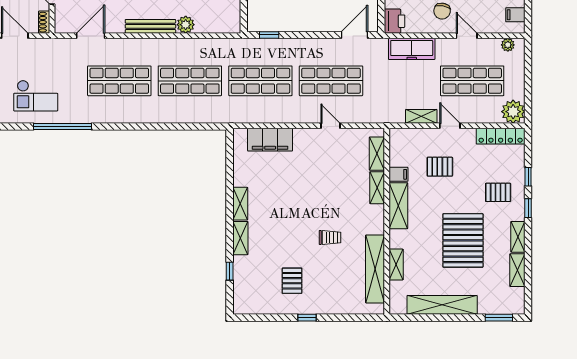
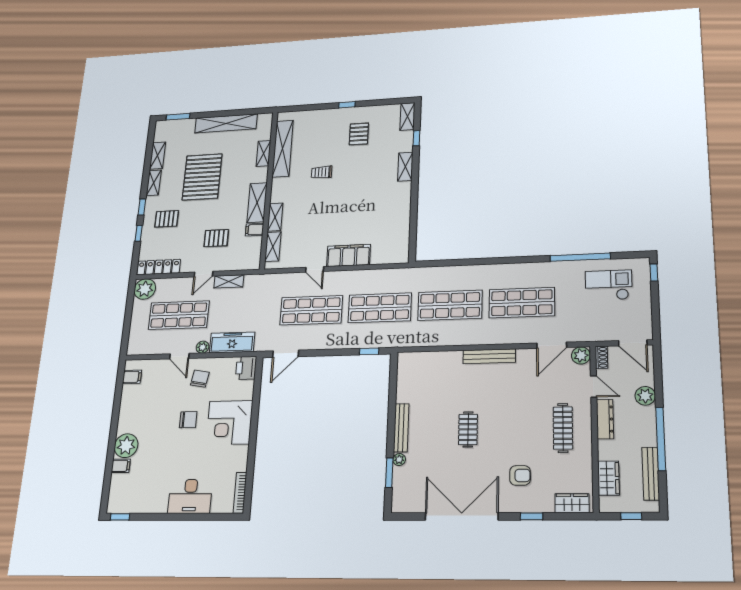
plant: (186, 25) -> (581, 355), moved
plant: (508, 45) -> (203, 347), moved
door: (450, 126) -> (203, 274), hinge flipped
filing cabinet: (270, 140) -> (349, 255), moved
shelving: (240, 204) -> (407, 116), moved

